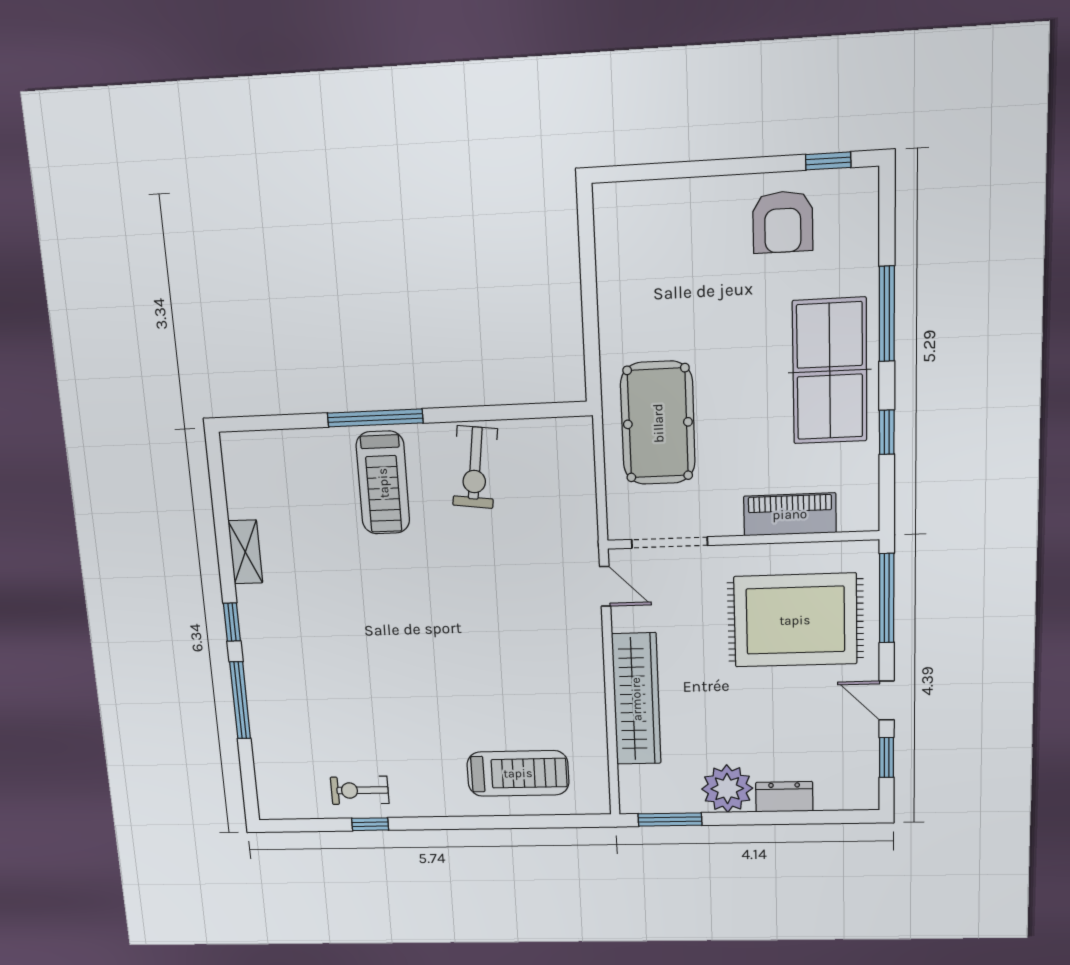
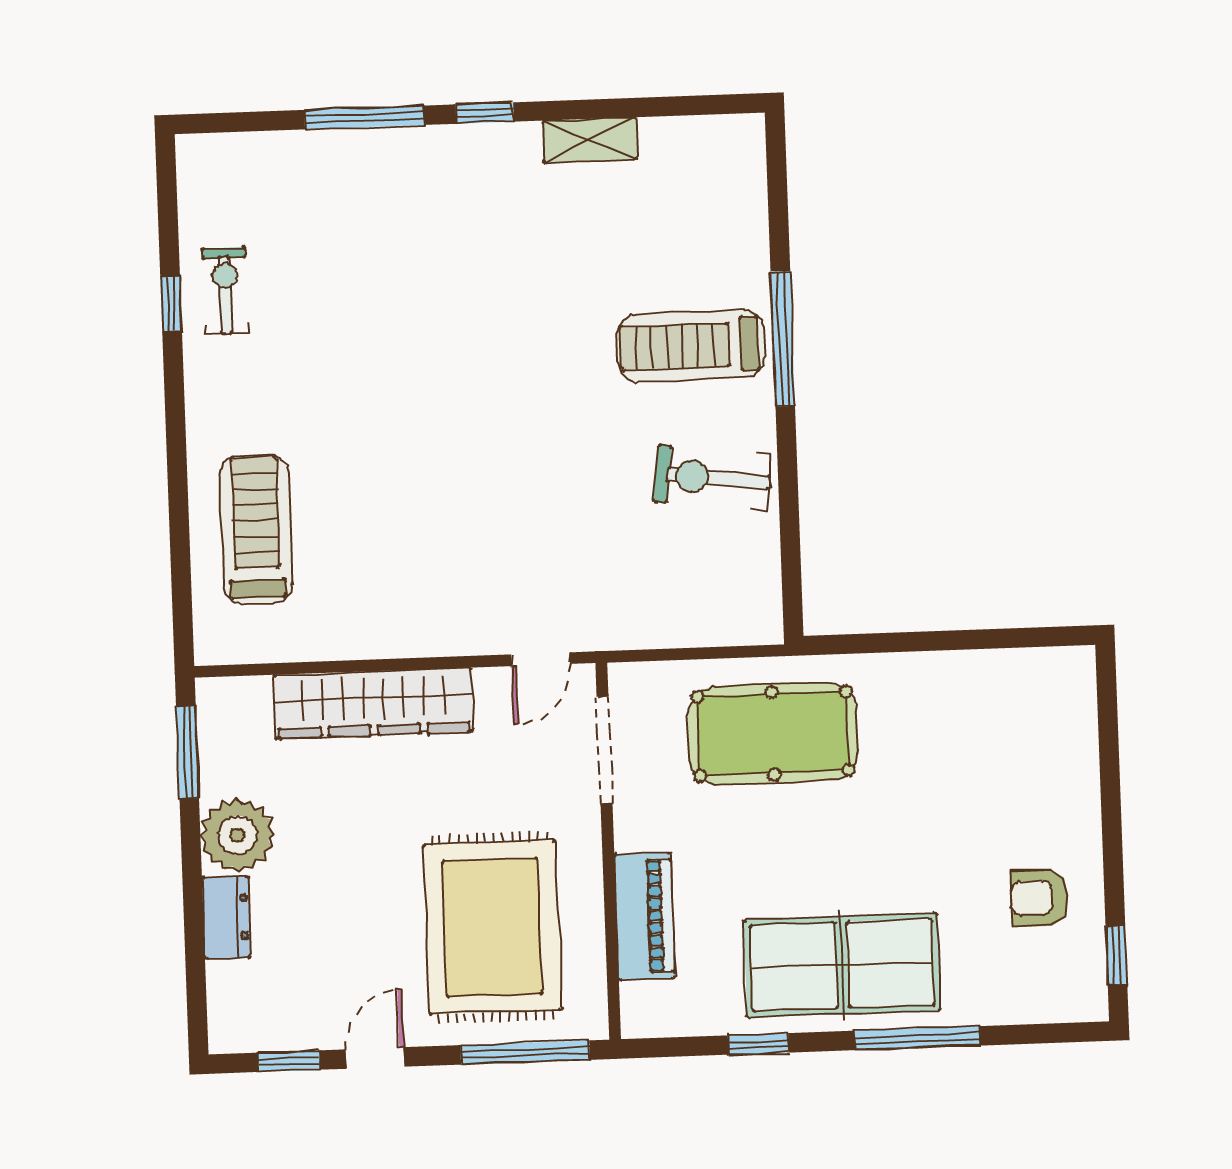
armchair: (783, 222) -> (1040, 898), width x0.72, depth x0.72
treadmill: (518, 773) -> (256, 529), turned 180

